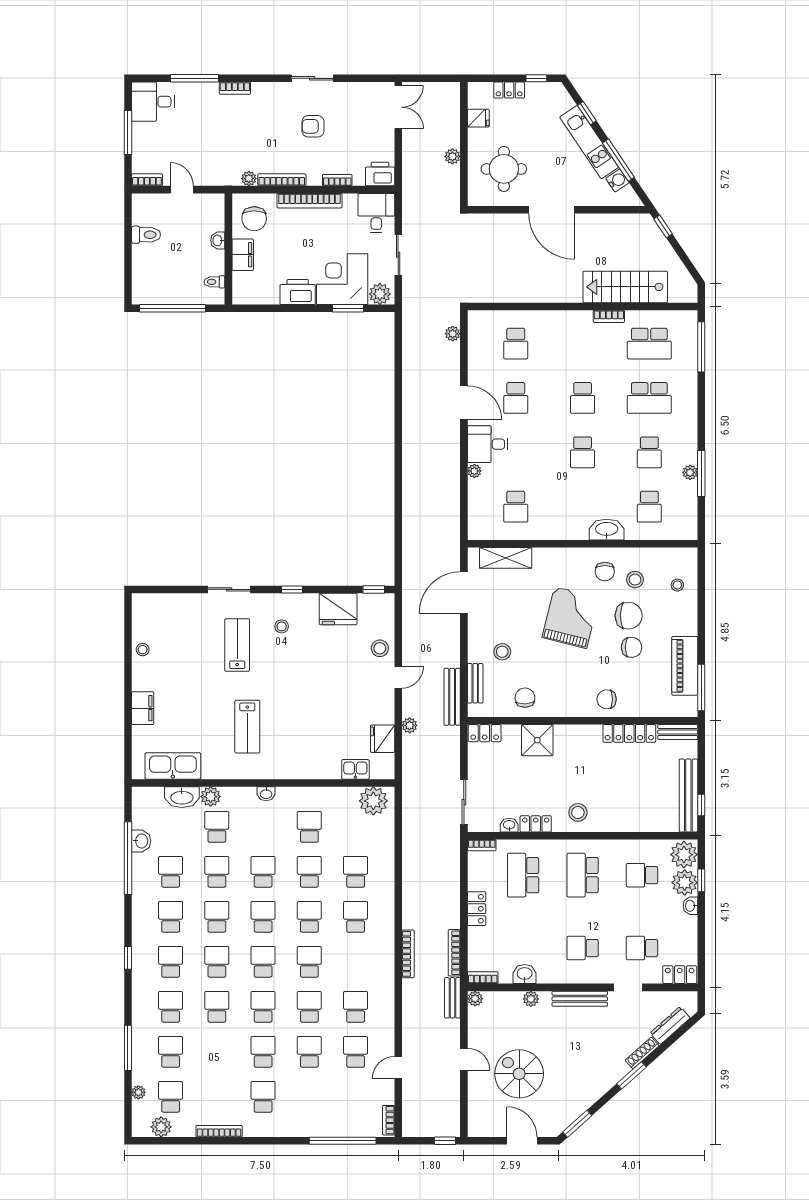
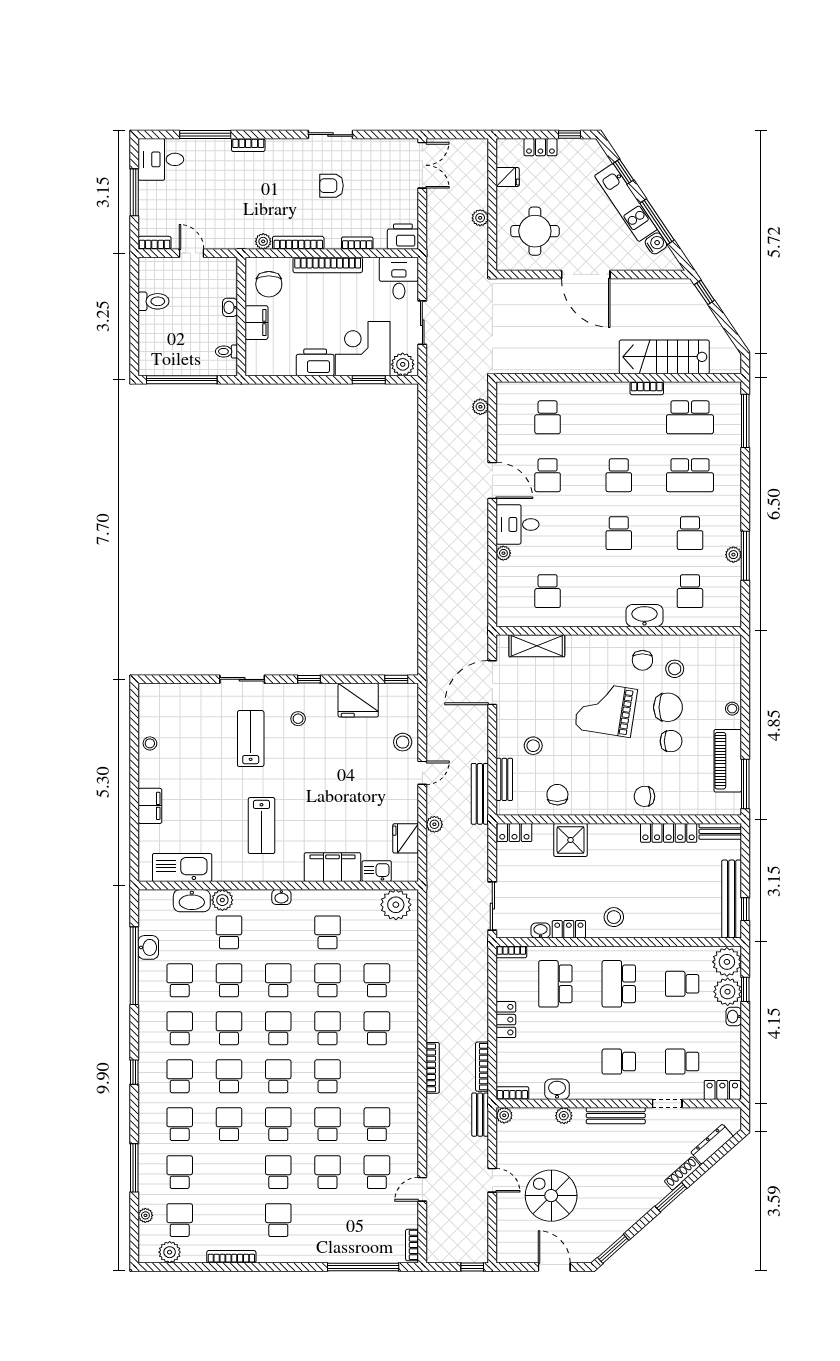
stool: (677, 585) -> (732, 709), moved
grand piano: (570, 617) -> (606, 709), turned -95
filing cabinet: (314, 766) -> (332, 867), added

